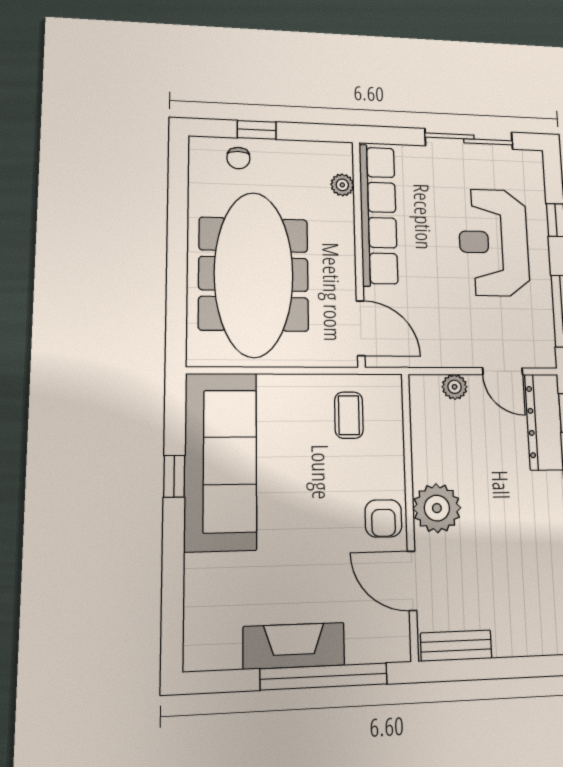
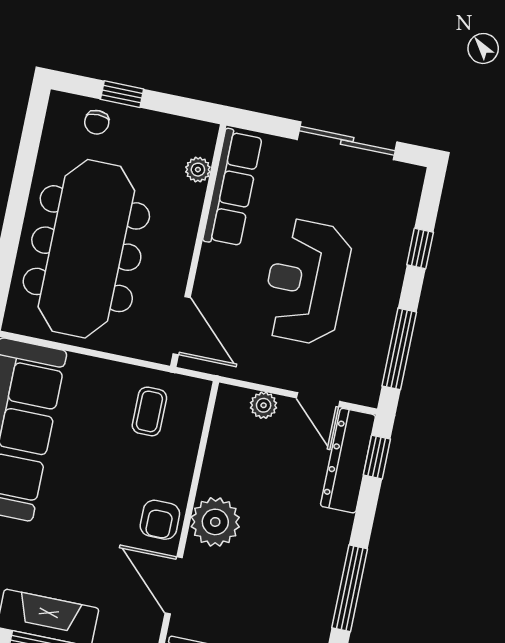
row of seats: (378, 215) -> (233, 188), width x0.73
reception desk: (494, 242) -> (306, 282), moved

